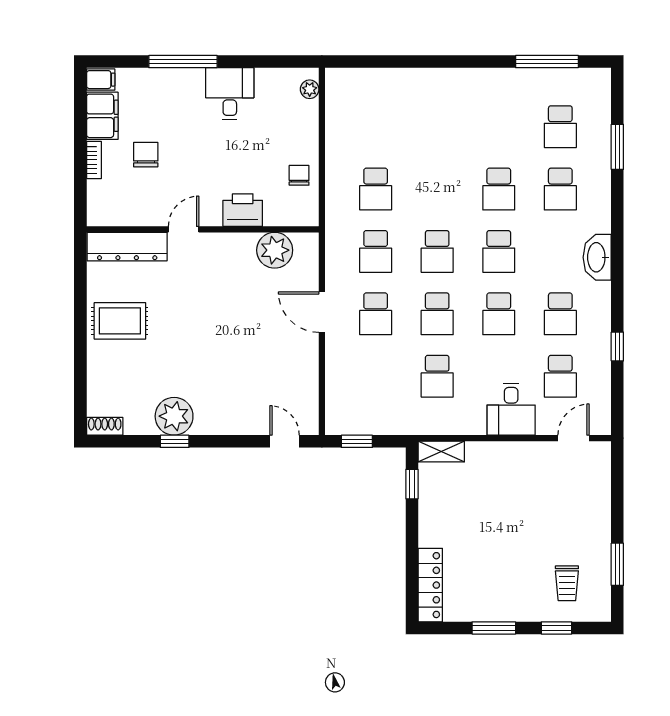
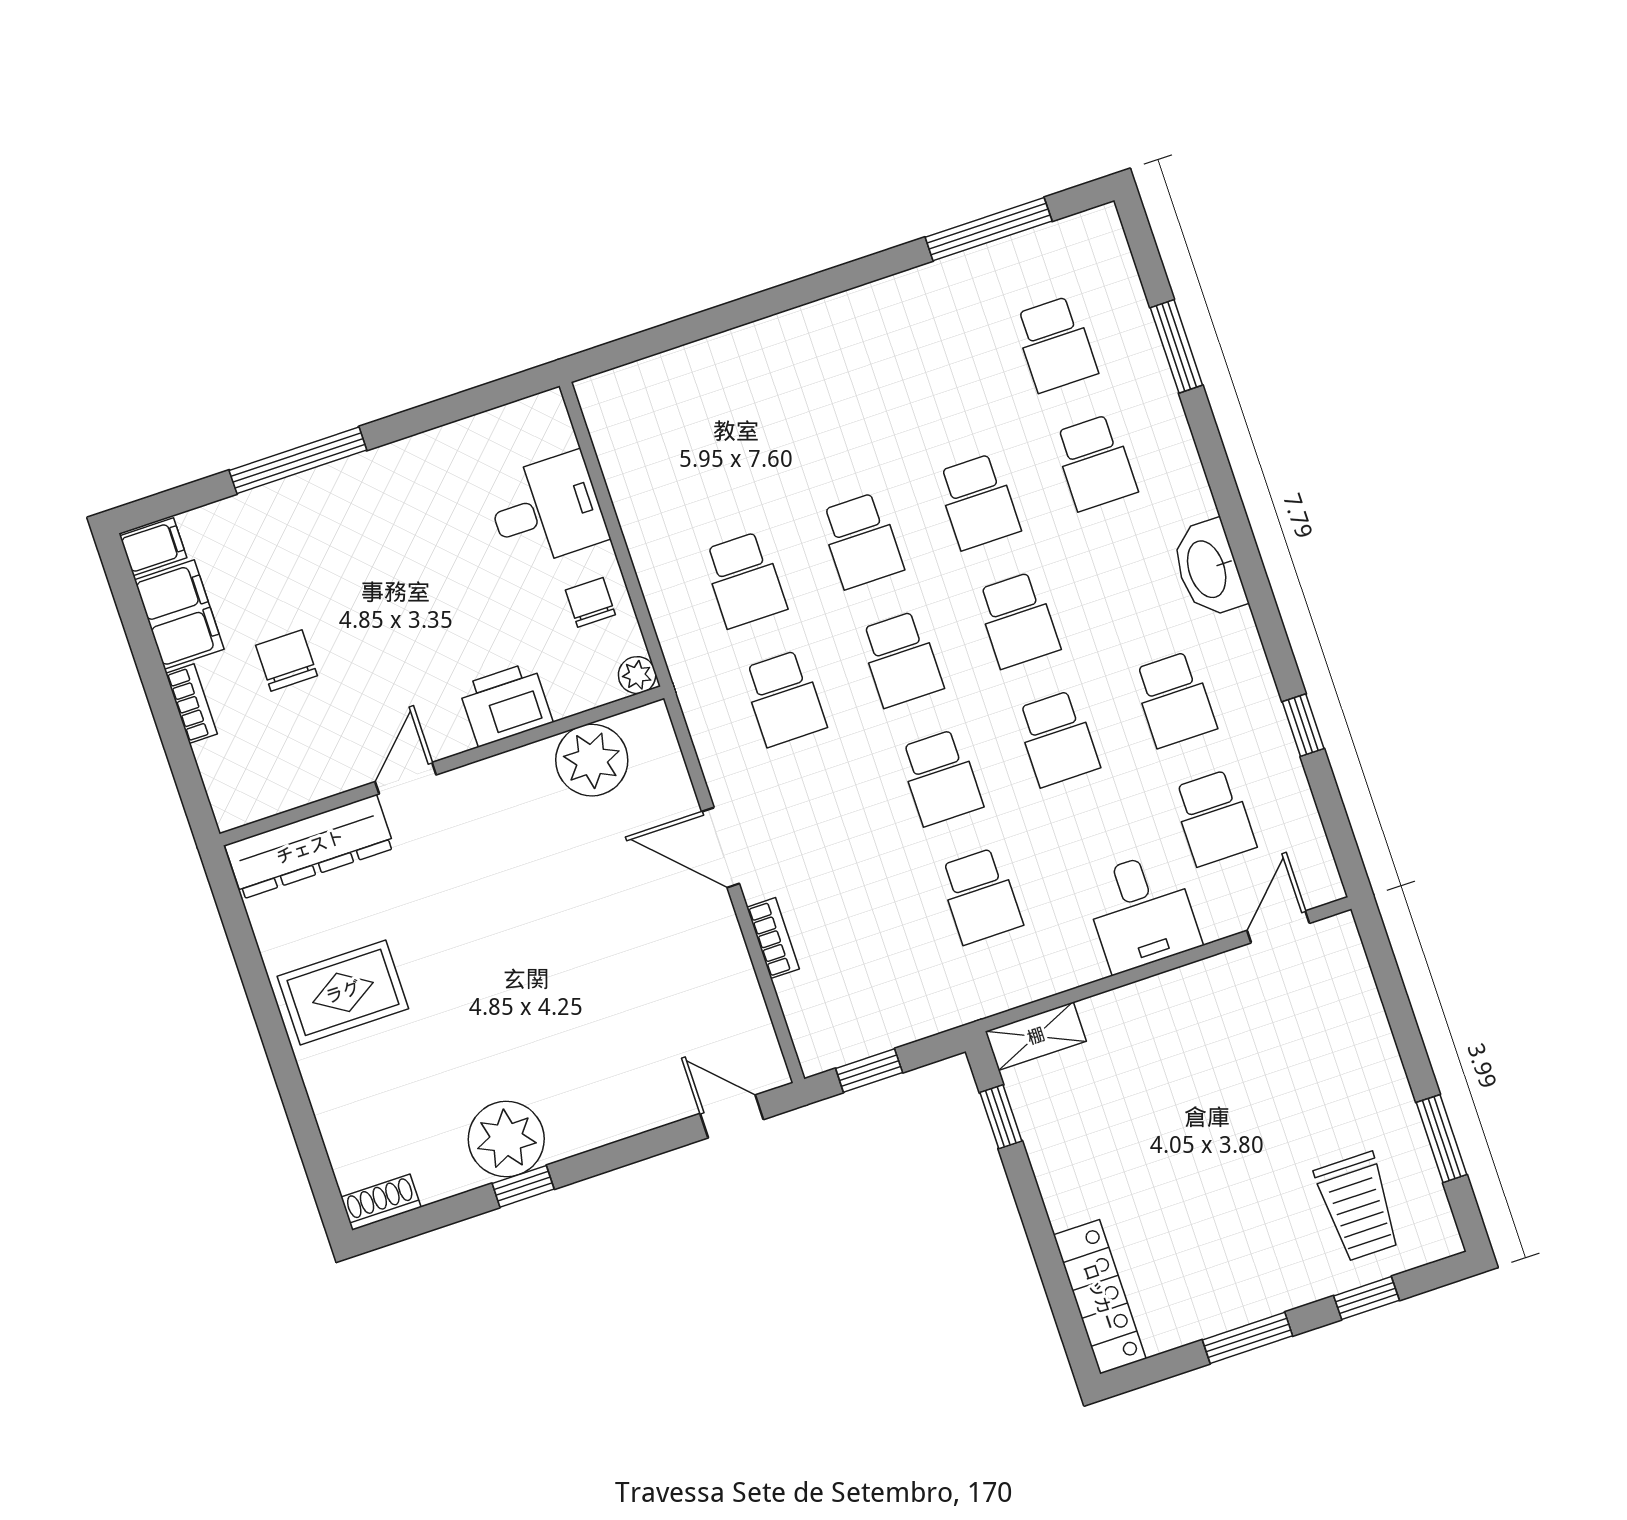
plant: (310, 89) -> (637, 675), moved
desk: (230, 94) -> (547, 510), moved, turned 90
school desk: (376, 314) -> (861, 541), moved
bookcase: (332, 363) -> (773, 938), added
trolley: (567, 583) -> (1358, 1207), width x1.36, depth x1.39

